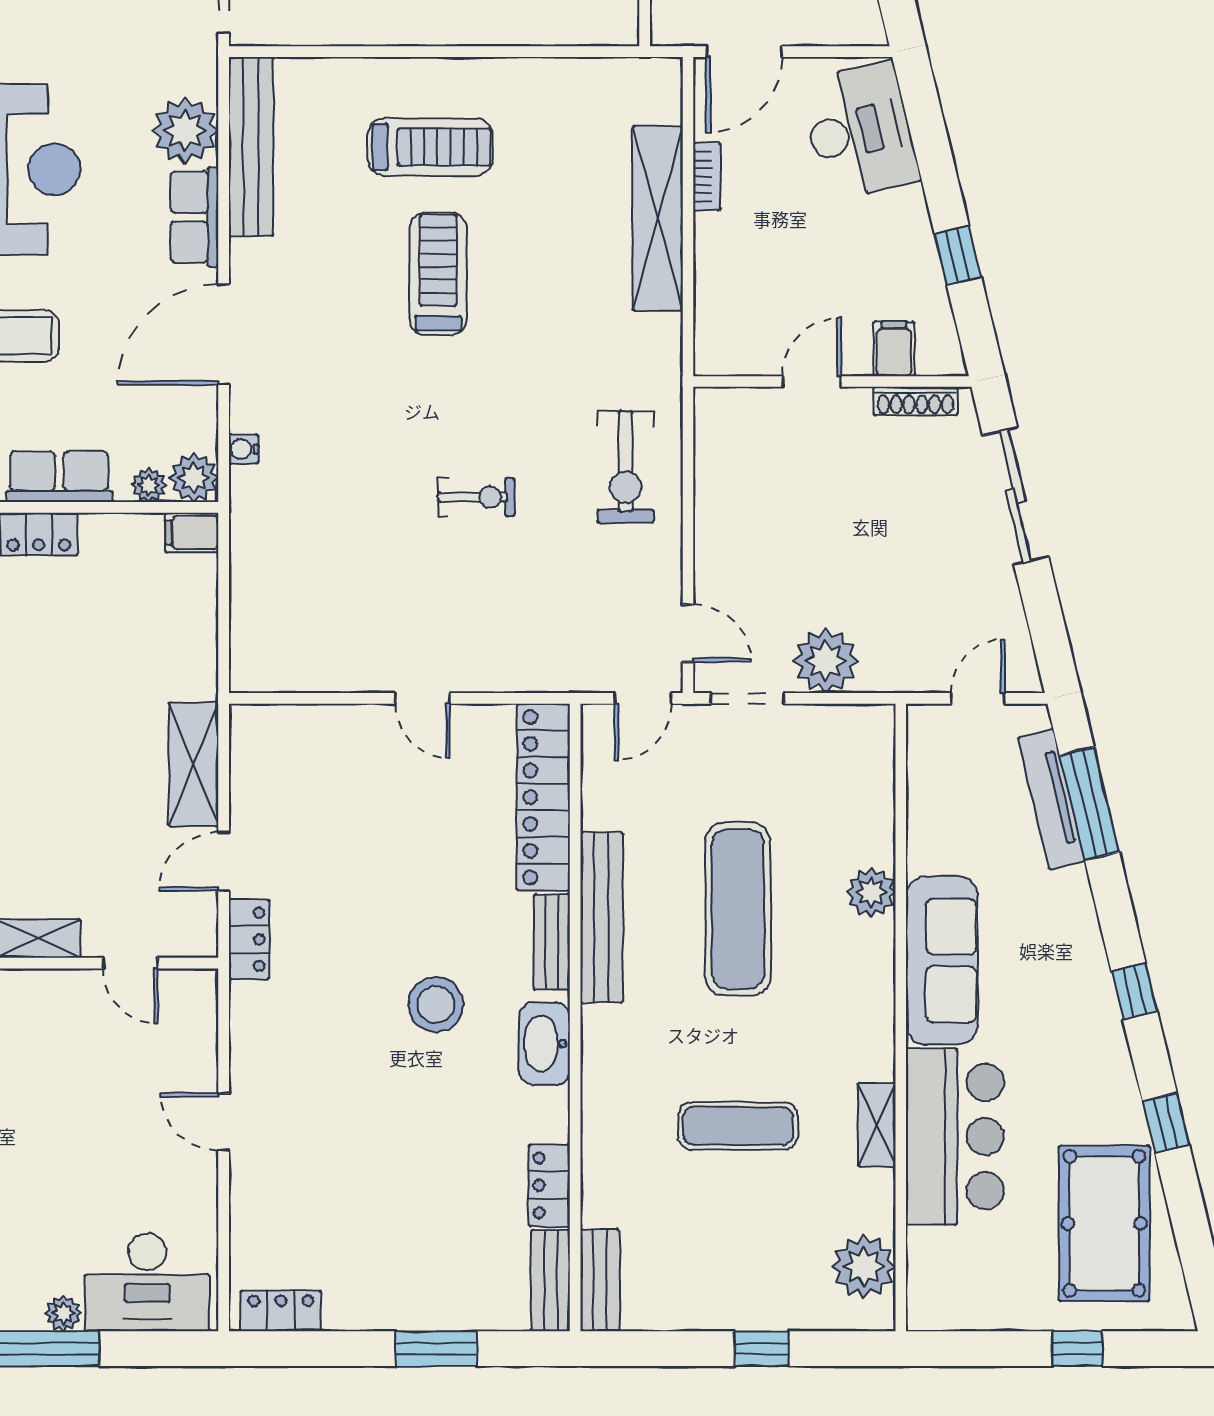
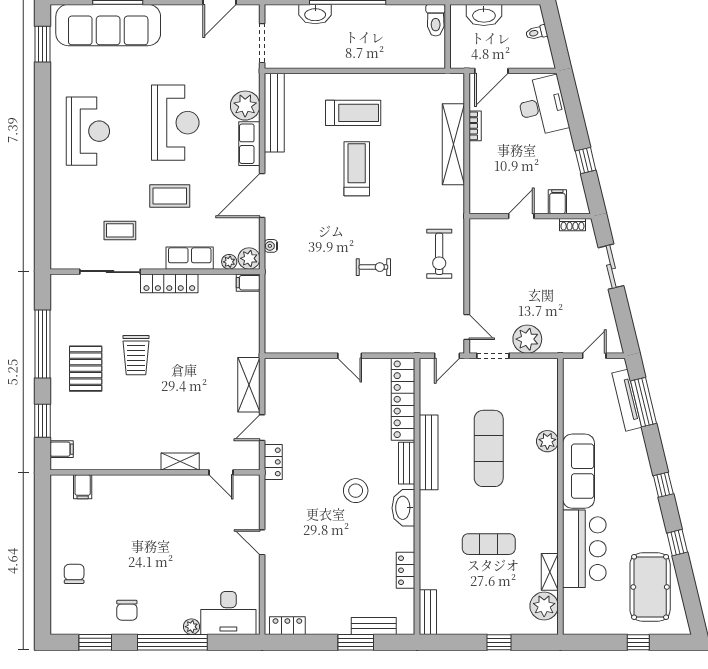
shoe rack: (915, 401) -> (572, 225), width x0.70
sliding door: (1016, 496) -> (611, 267), width x0.73
shelving: (877, 1125) -> (550, 572), moved
bench: (551, 1281) -> (374, 626), moved, turned 90

